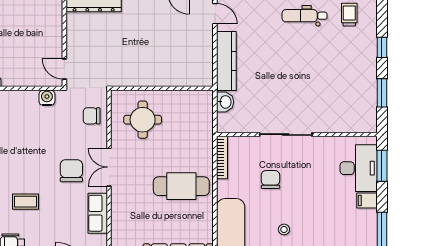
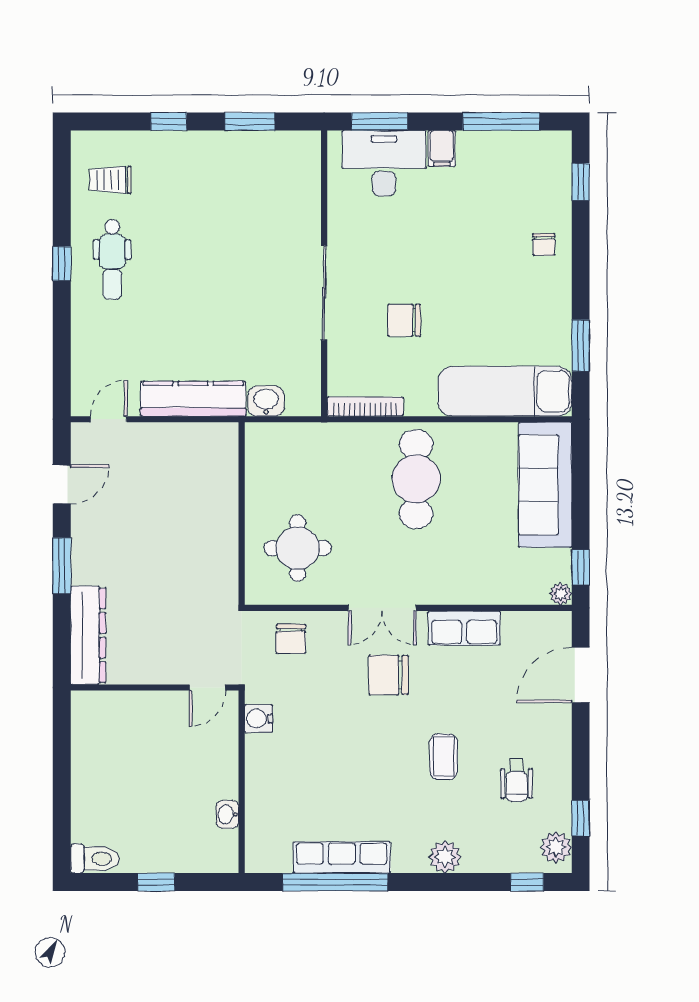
stool: (284, 229) -> (493, 296), removed

